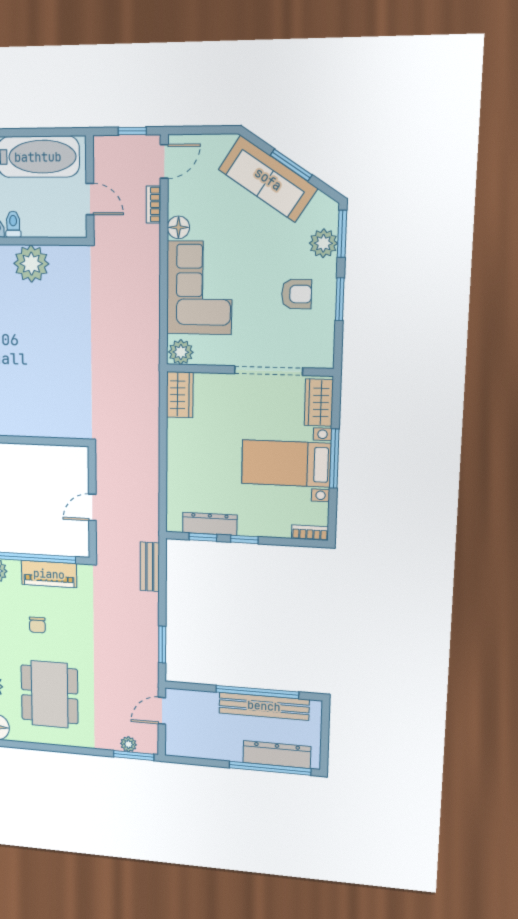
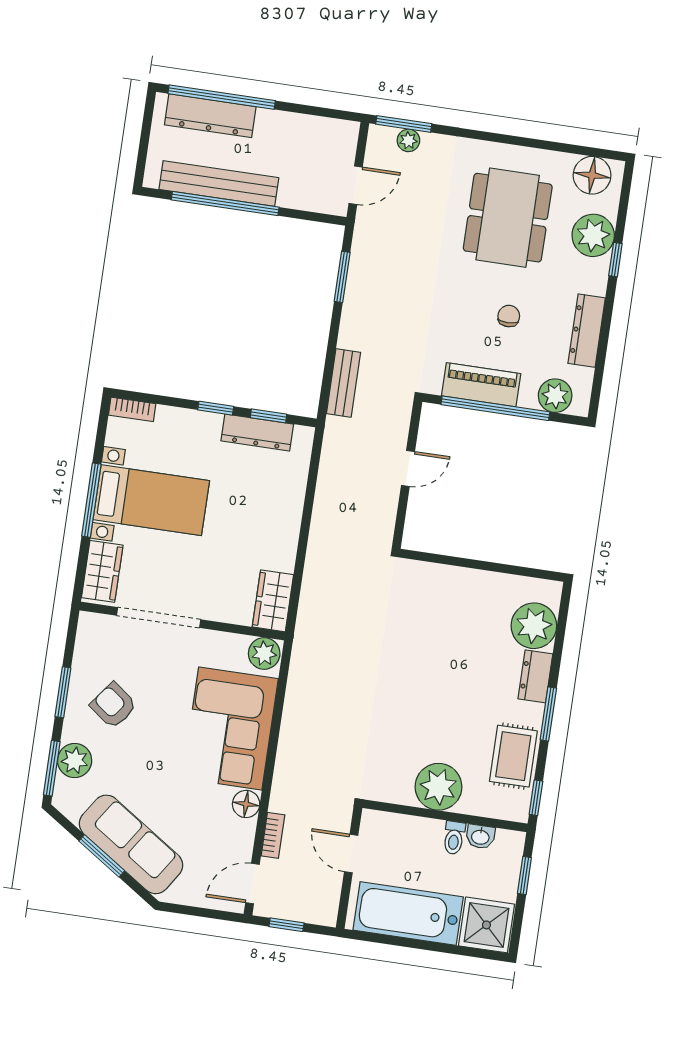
armchair: (297, 294) -> (113, 705), turned 37

